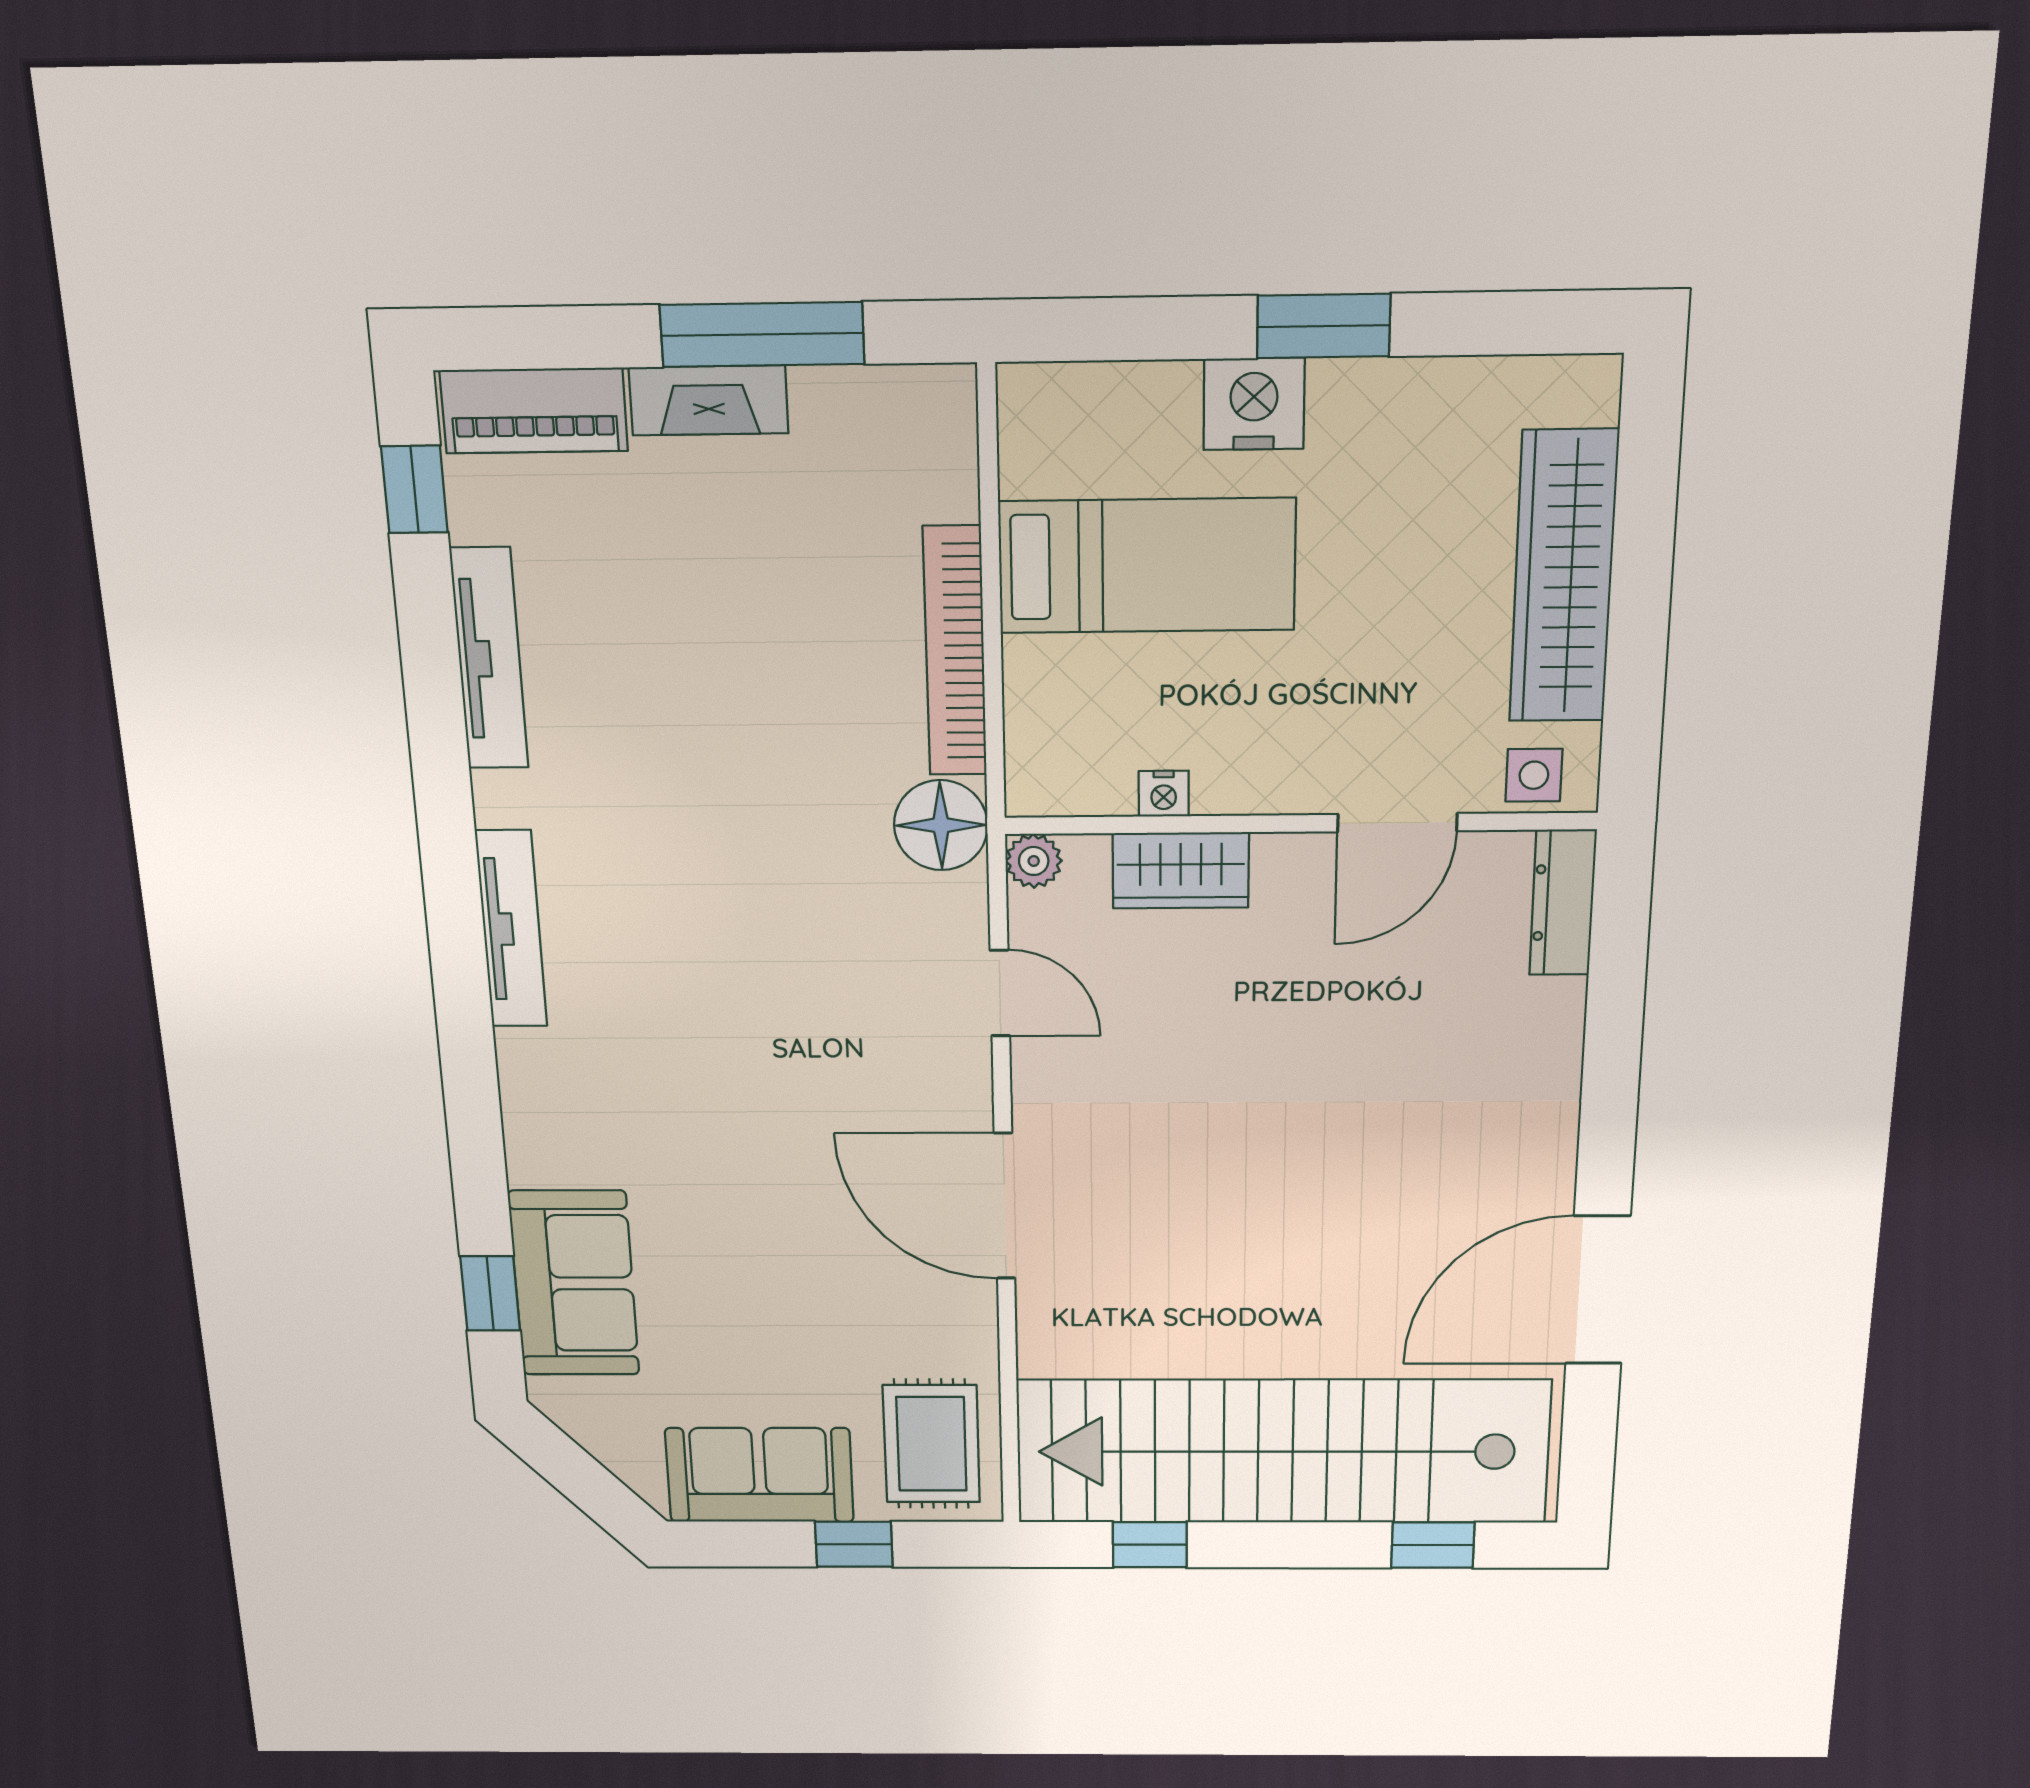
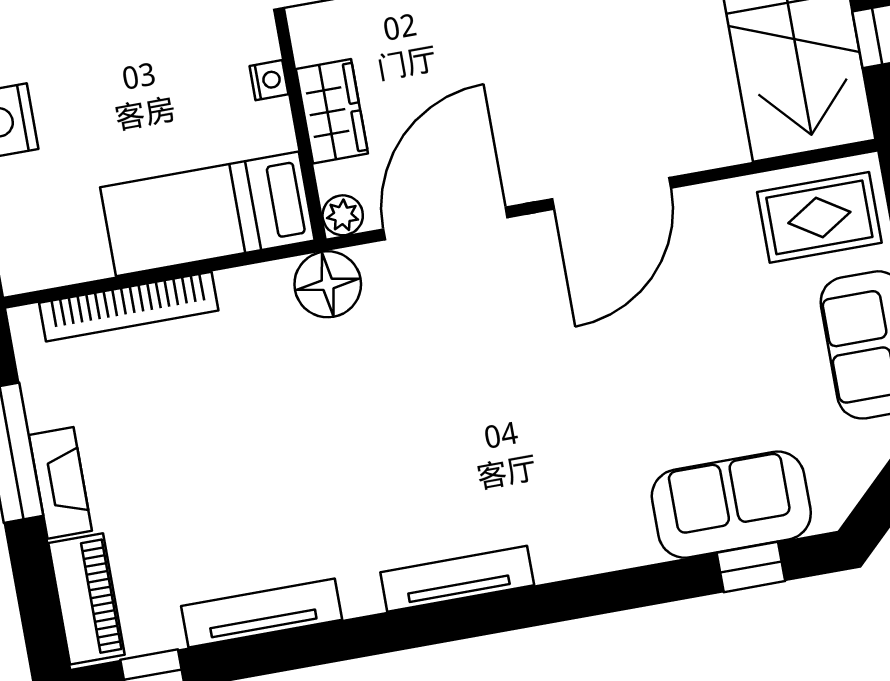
bed: (1147, 566) -> (207, 214), moved, turned -90
bookcase: (955, 652) -> (129, 307), moved
nightstand: (1164, 794) -> (269, 80), moved
door: (1000, 993) -> (445, 223), width x1.87

